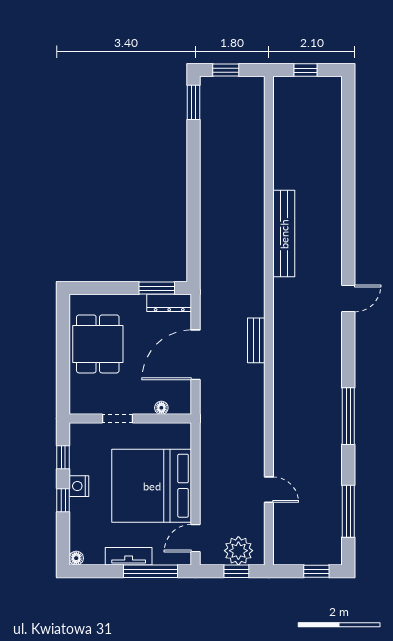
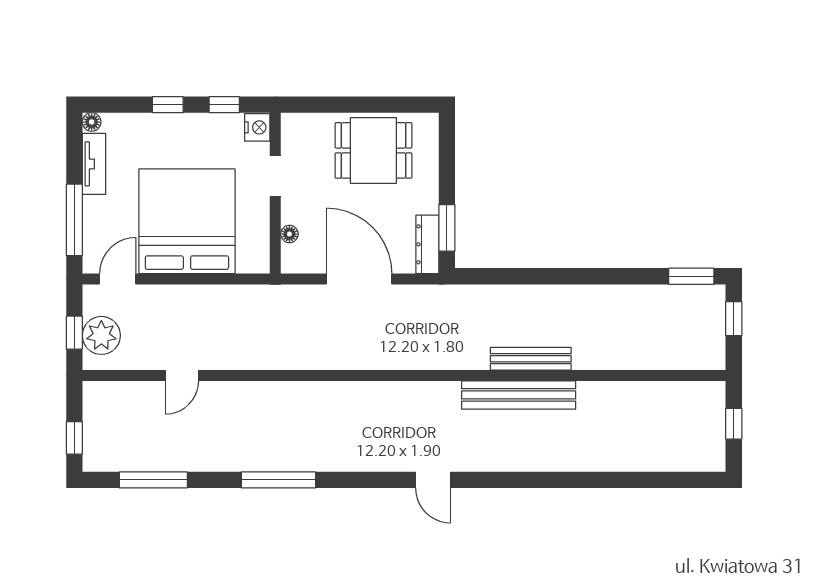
bench: (256, 340) -> (531, 359), moved, width x1.36
nightstand: (79, 486) -> (257, 127), moved, turned 90
door: (195, 538) -> (118, 279), hinge flipped
tv unit: (129, 556) -> (94, 164), moved

